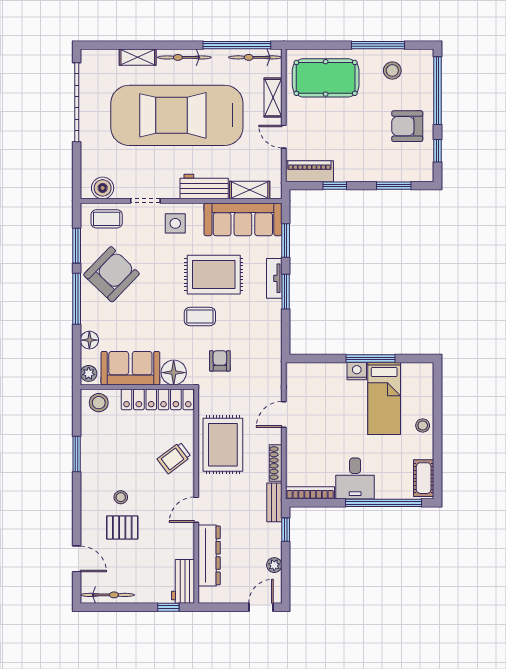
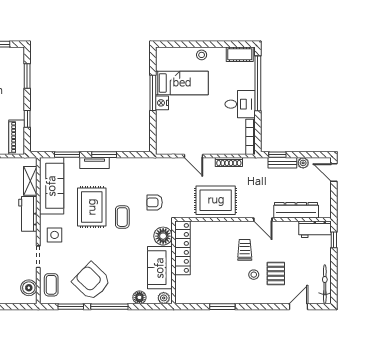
stool: (99, 403) -> (185, 291), removed
trolley: (174, 458) -> (245, 250), moved, turned -143
bench: (274, 502) -> (282, 163), moved

